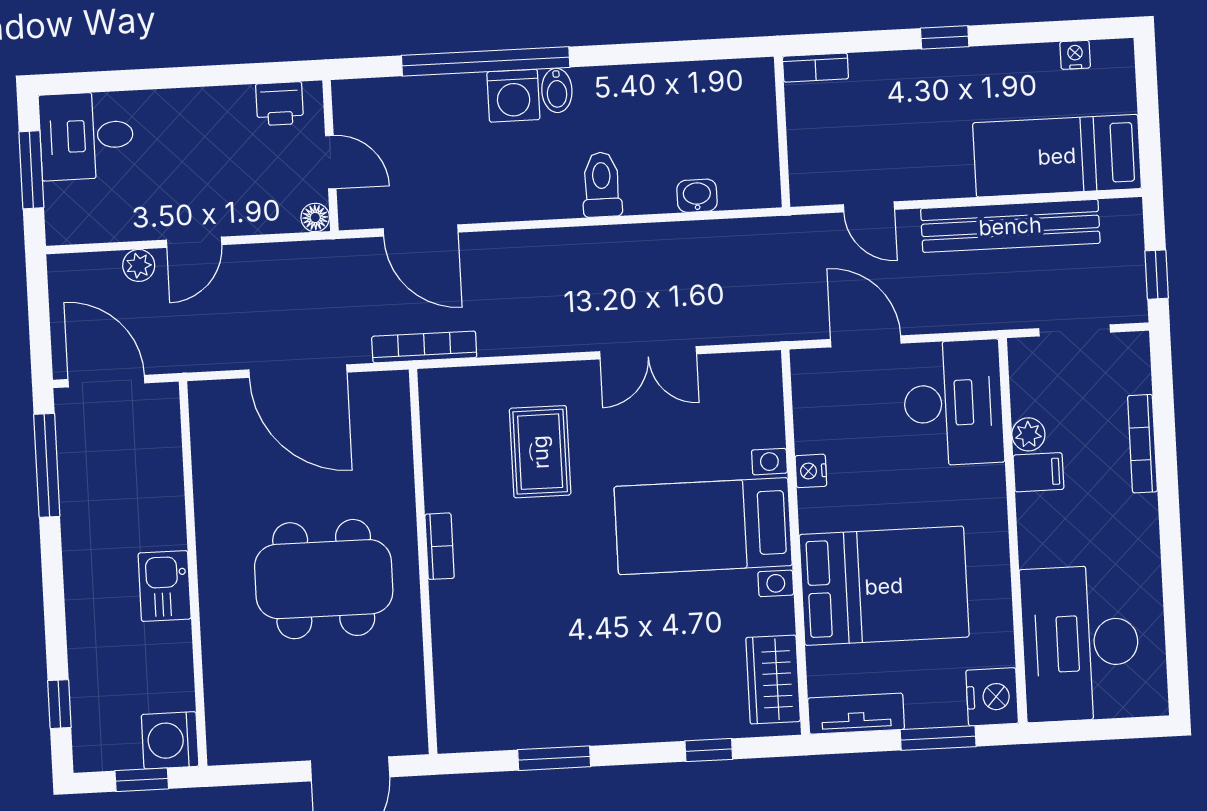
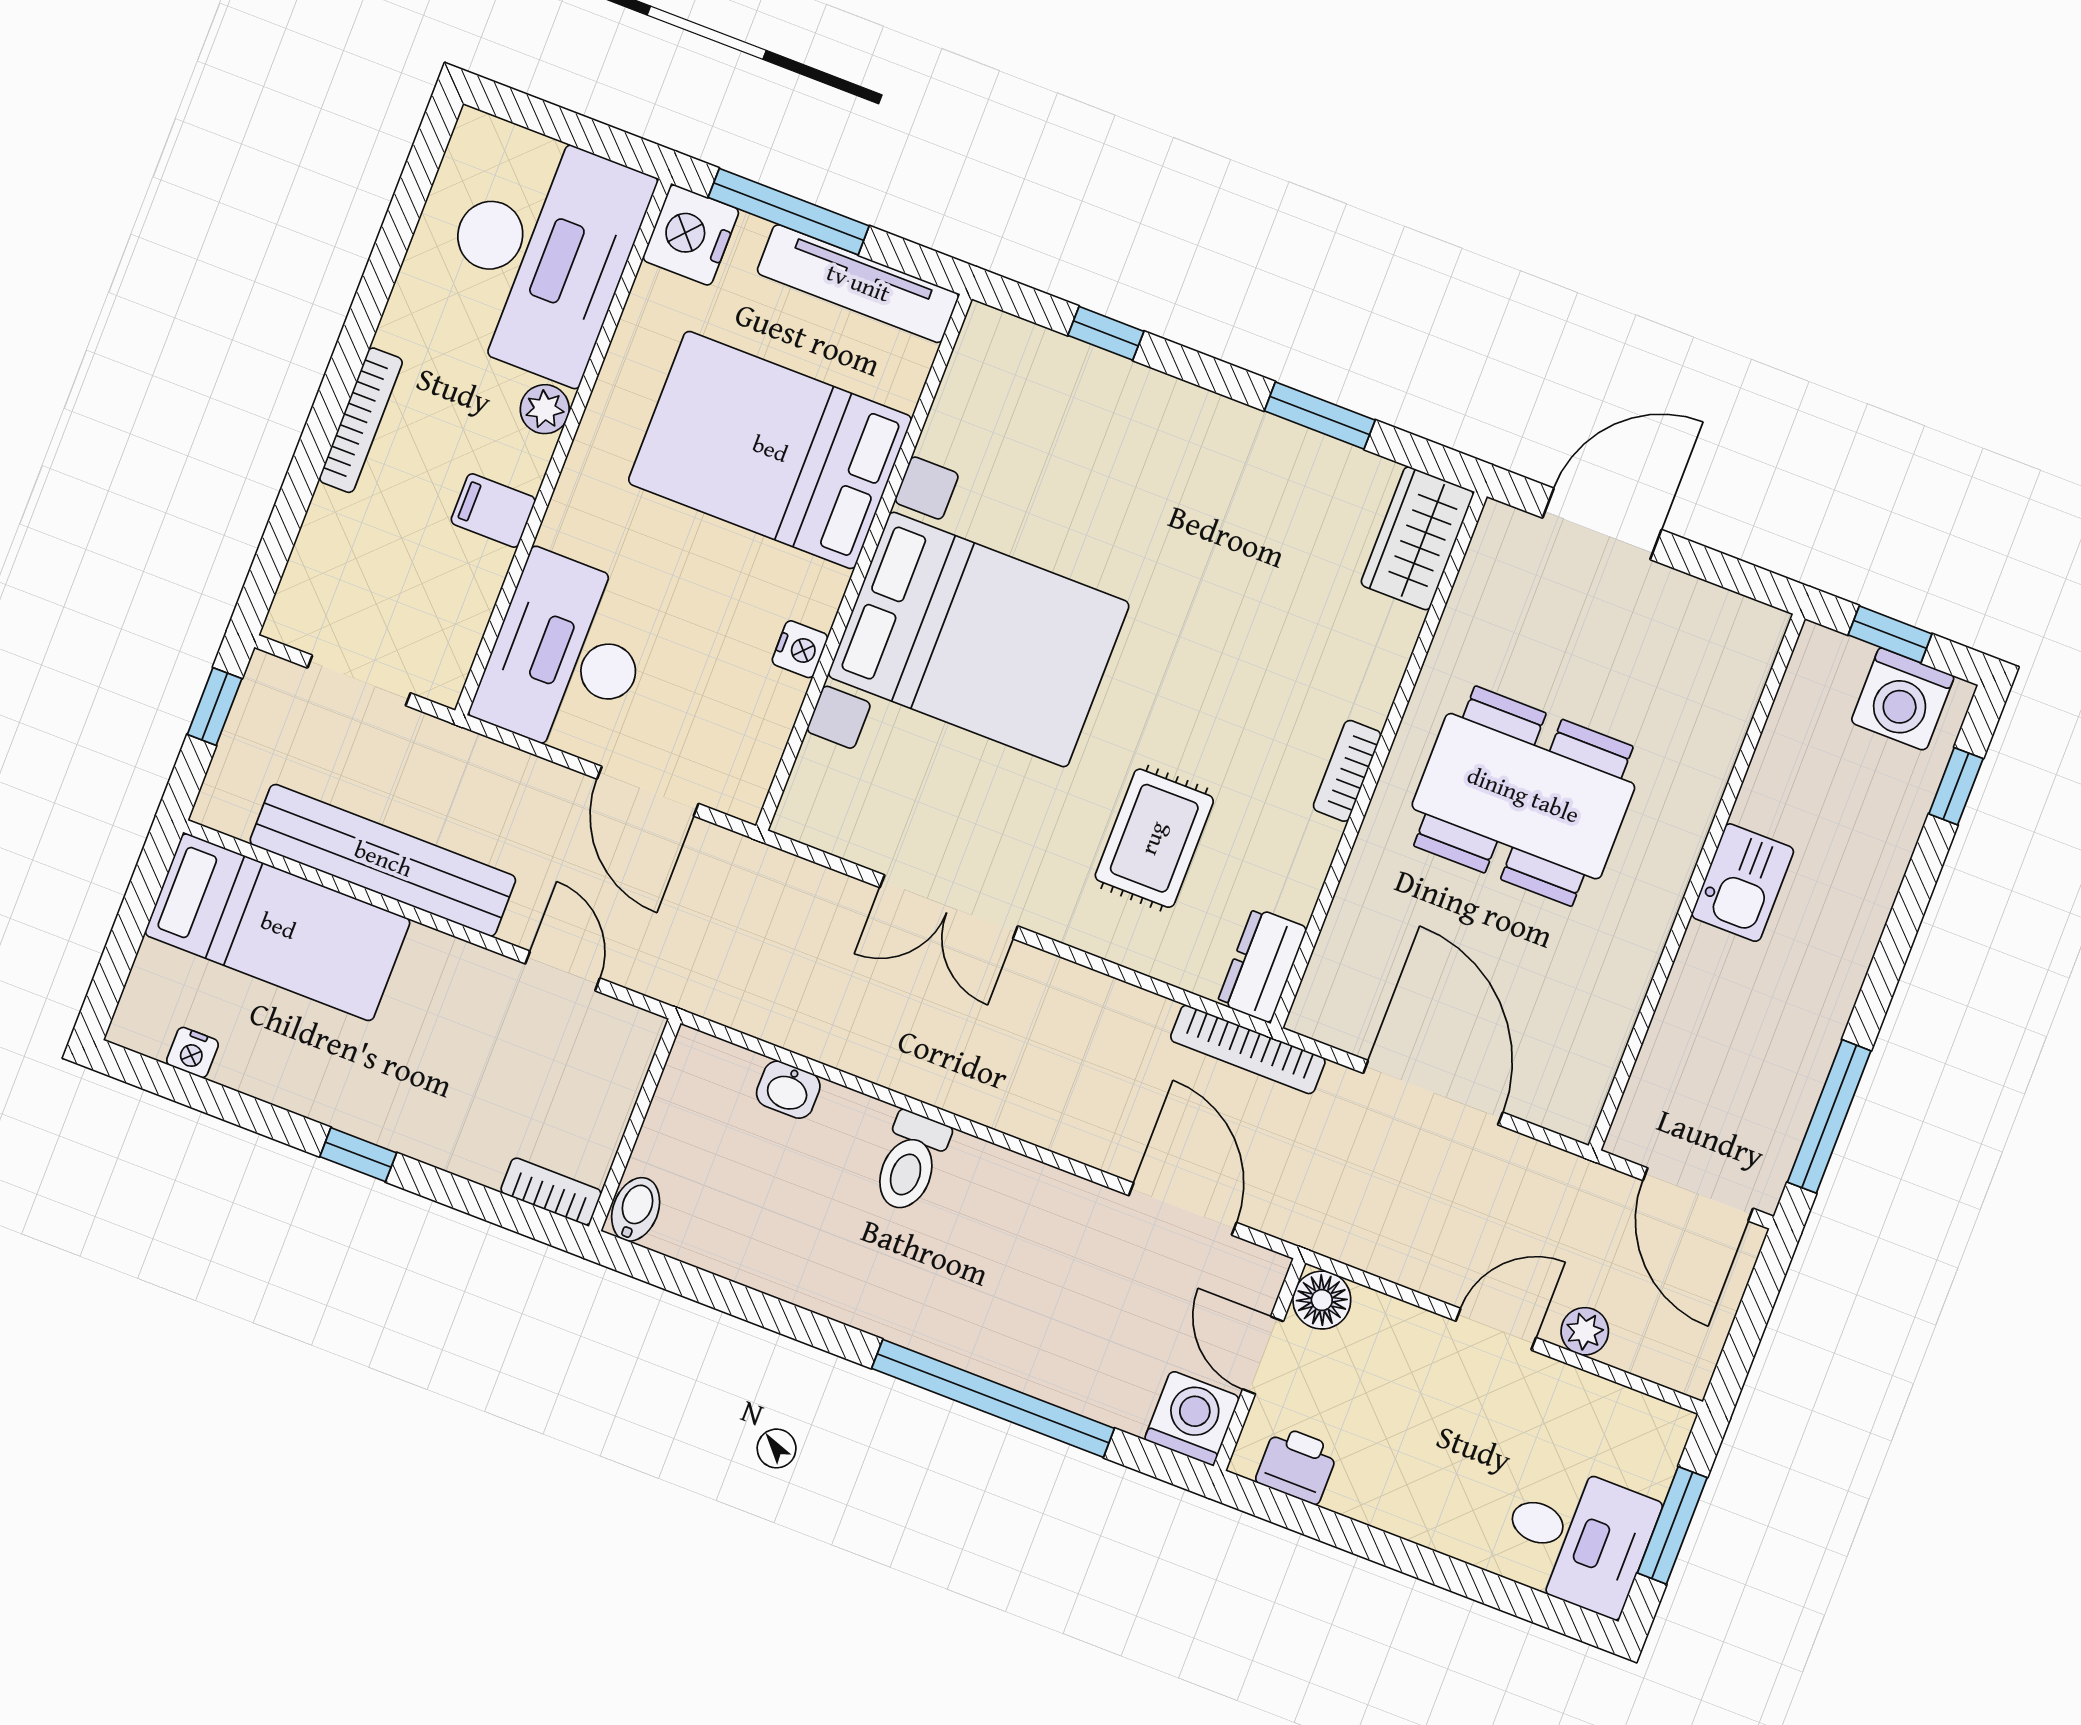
bidet: (557, 90) -> (636, 1209), moved
washing machine: (513, 96) -> (1192, 1418), moved
floor lamp: (315, 217) -> (1322, 1300), width x1.37, depth x1.37
double door: (648, 353) -> (949, 907), swing flipped
dresser: (439, 403) -> (1262, 965), added
plant: (1028, 434) -> (545, 409), moved
bookcase: (1142, 444) -> (361, 420), moved
bed with nightstands: (703, 526) -> (979, 639), width x1.36
wardrobe: (773, 680) -> (1417, 538), moved, turned 180
tv unit: (856, 714) -> (858, 284), width x1.41
window: (938, 738) -> (789, 212), width x1.44
washing machine: (170, 740) -> (1902, 699), moved, turned 90

